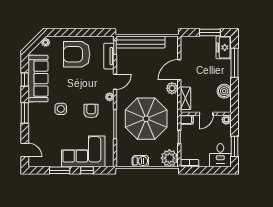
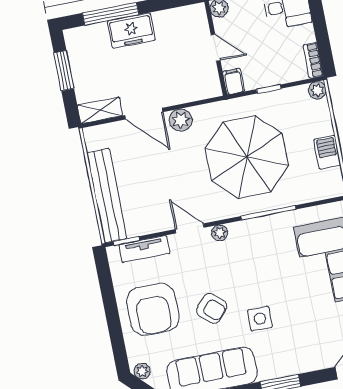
freezer: (224, 47) -> (131, 31), moved
boiler: (224, 91) -> (167, 23), removed
shelving: (185, 98) -> (100, 110), moved
armchair: (91, 111) -> (212, 308), moved, turned -138
plant: (169, 158) -> (317, 90), width x0.53, depth x0.53

